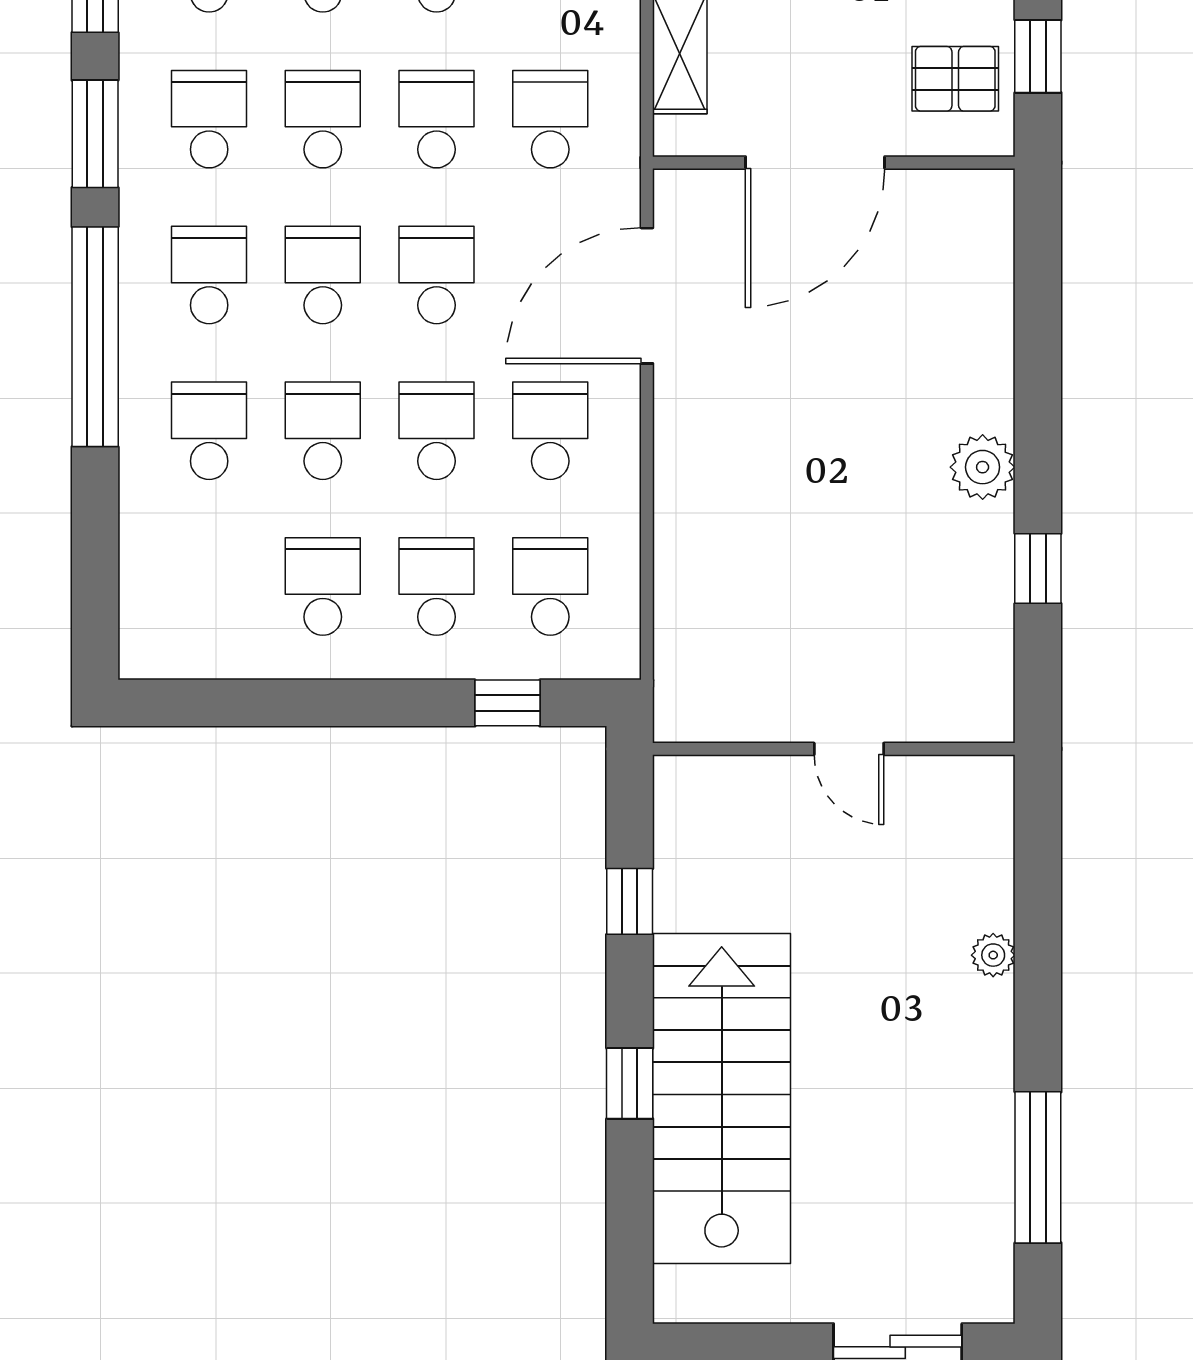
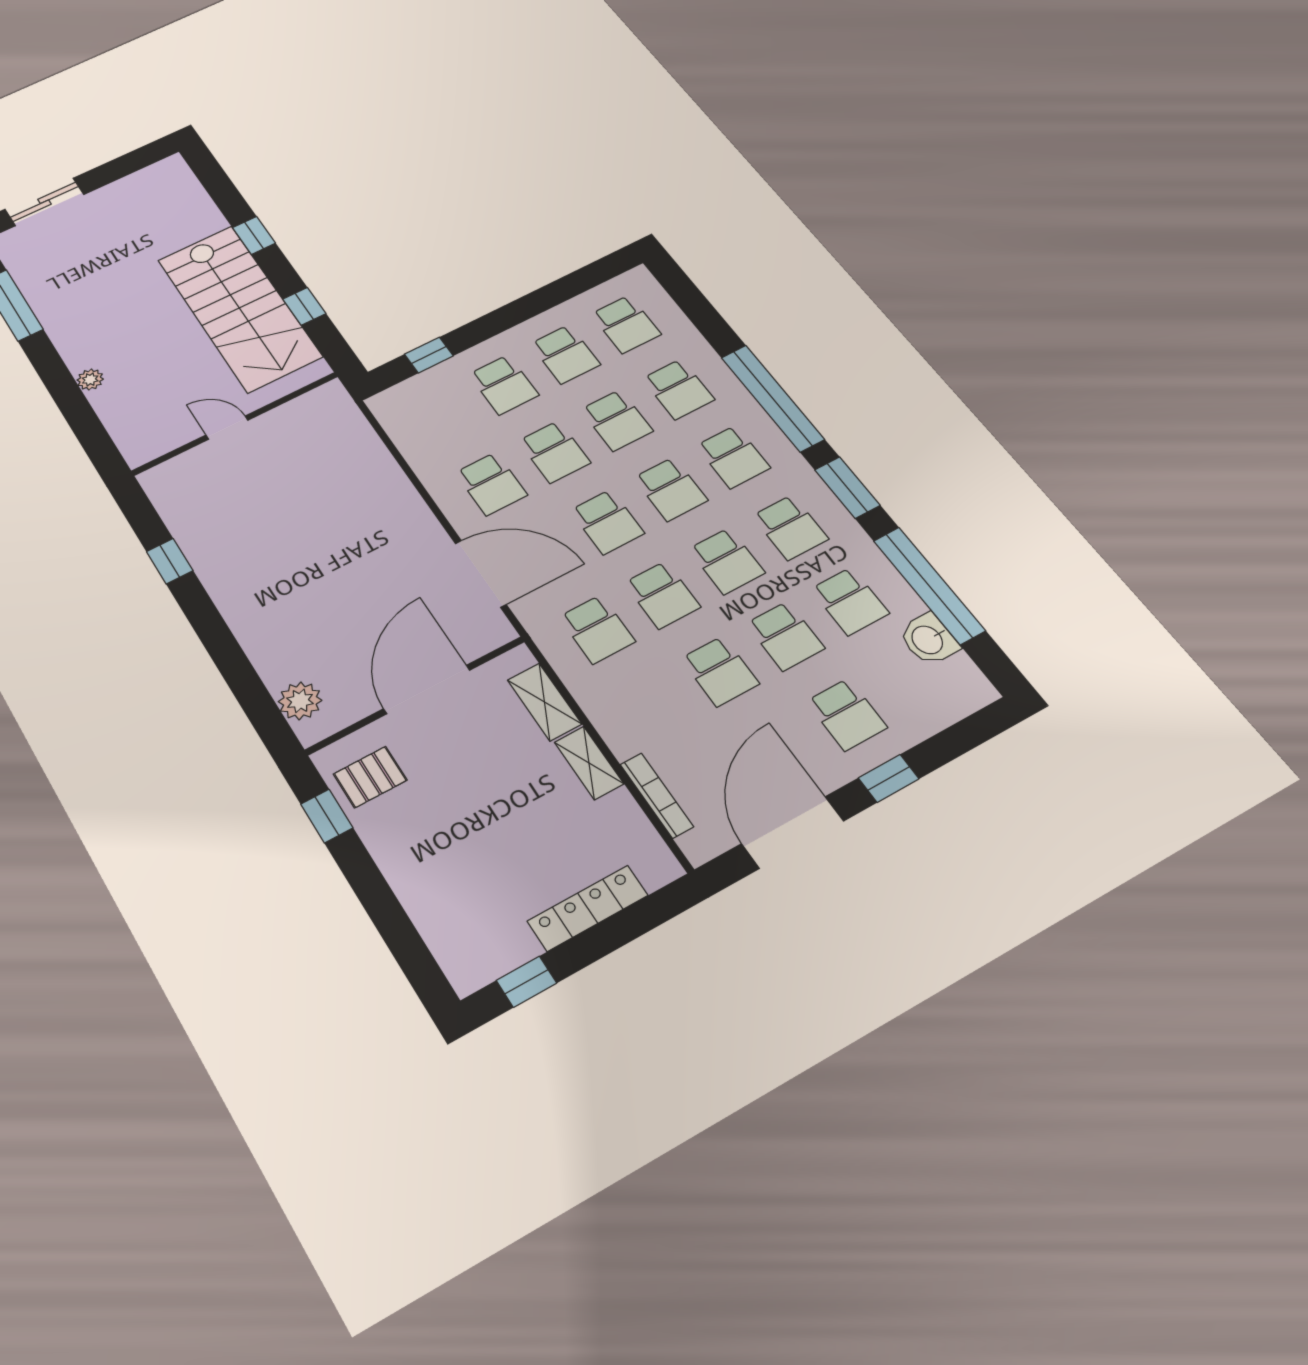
door: (647, 296) -> (481, 574), hinge flipped
plant: (983, 467) -> (300, 701), moved
school desk: (550, 587) -> (626, 324), moved
stairs: (722, 1098) -> (239, 308), moved

